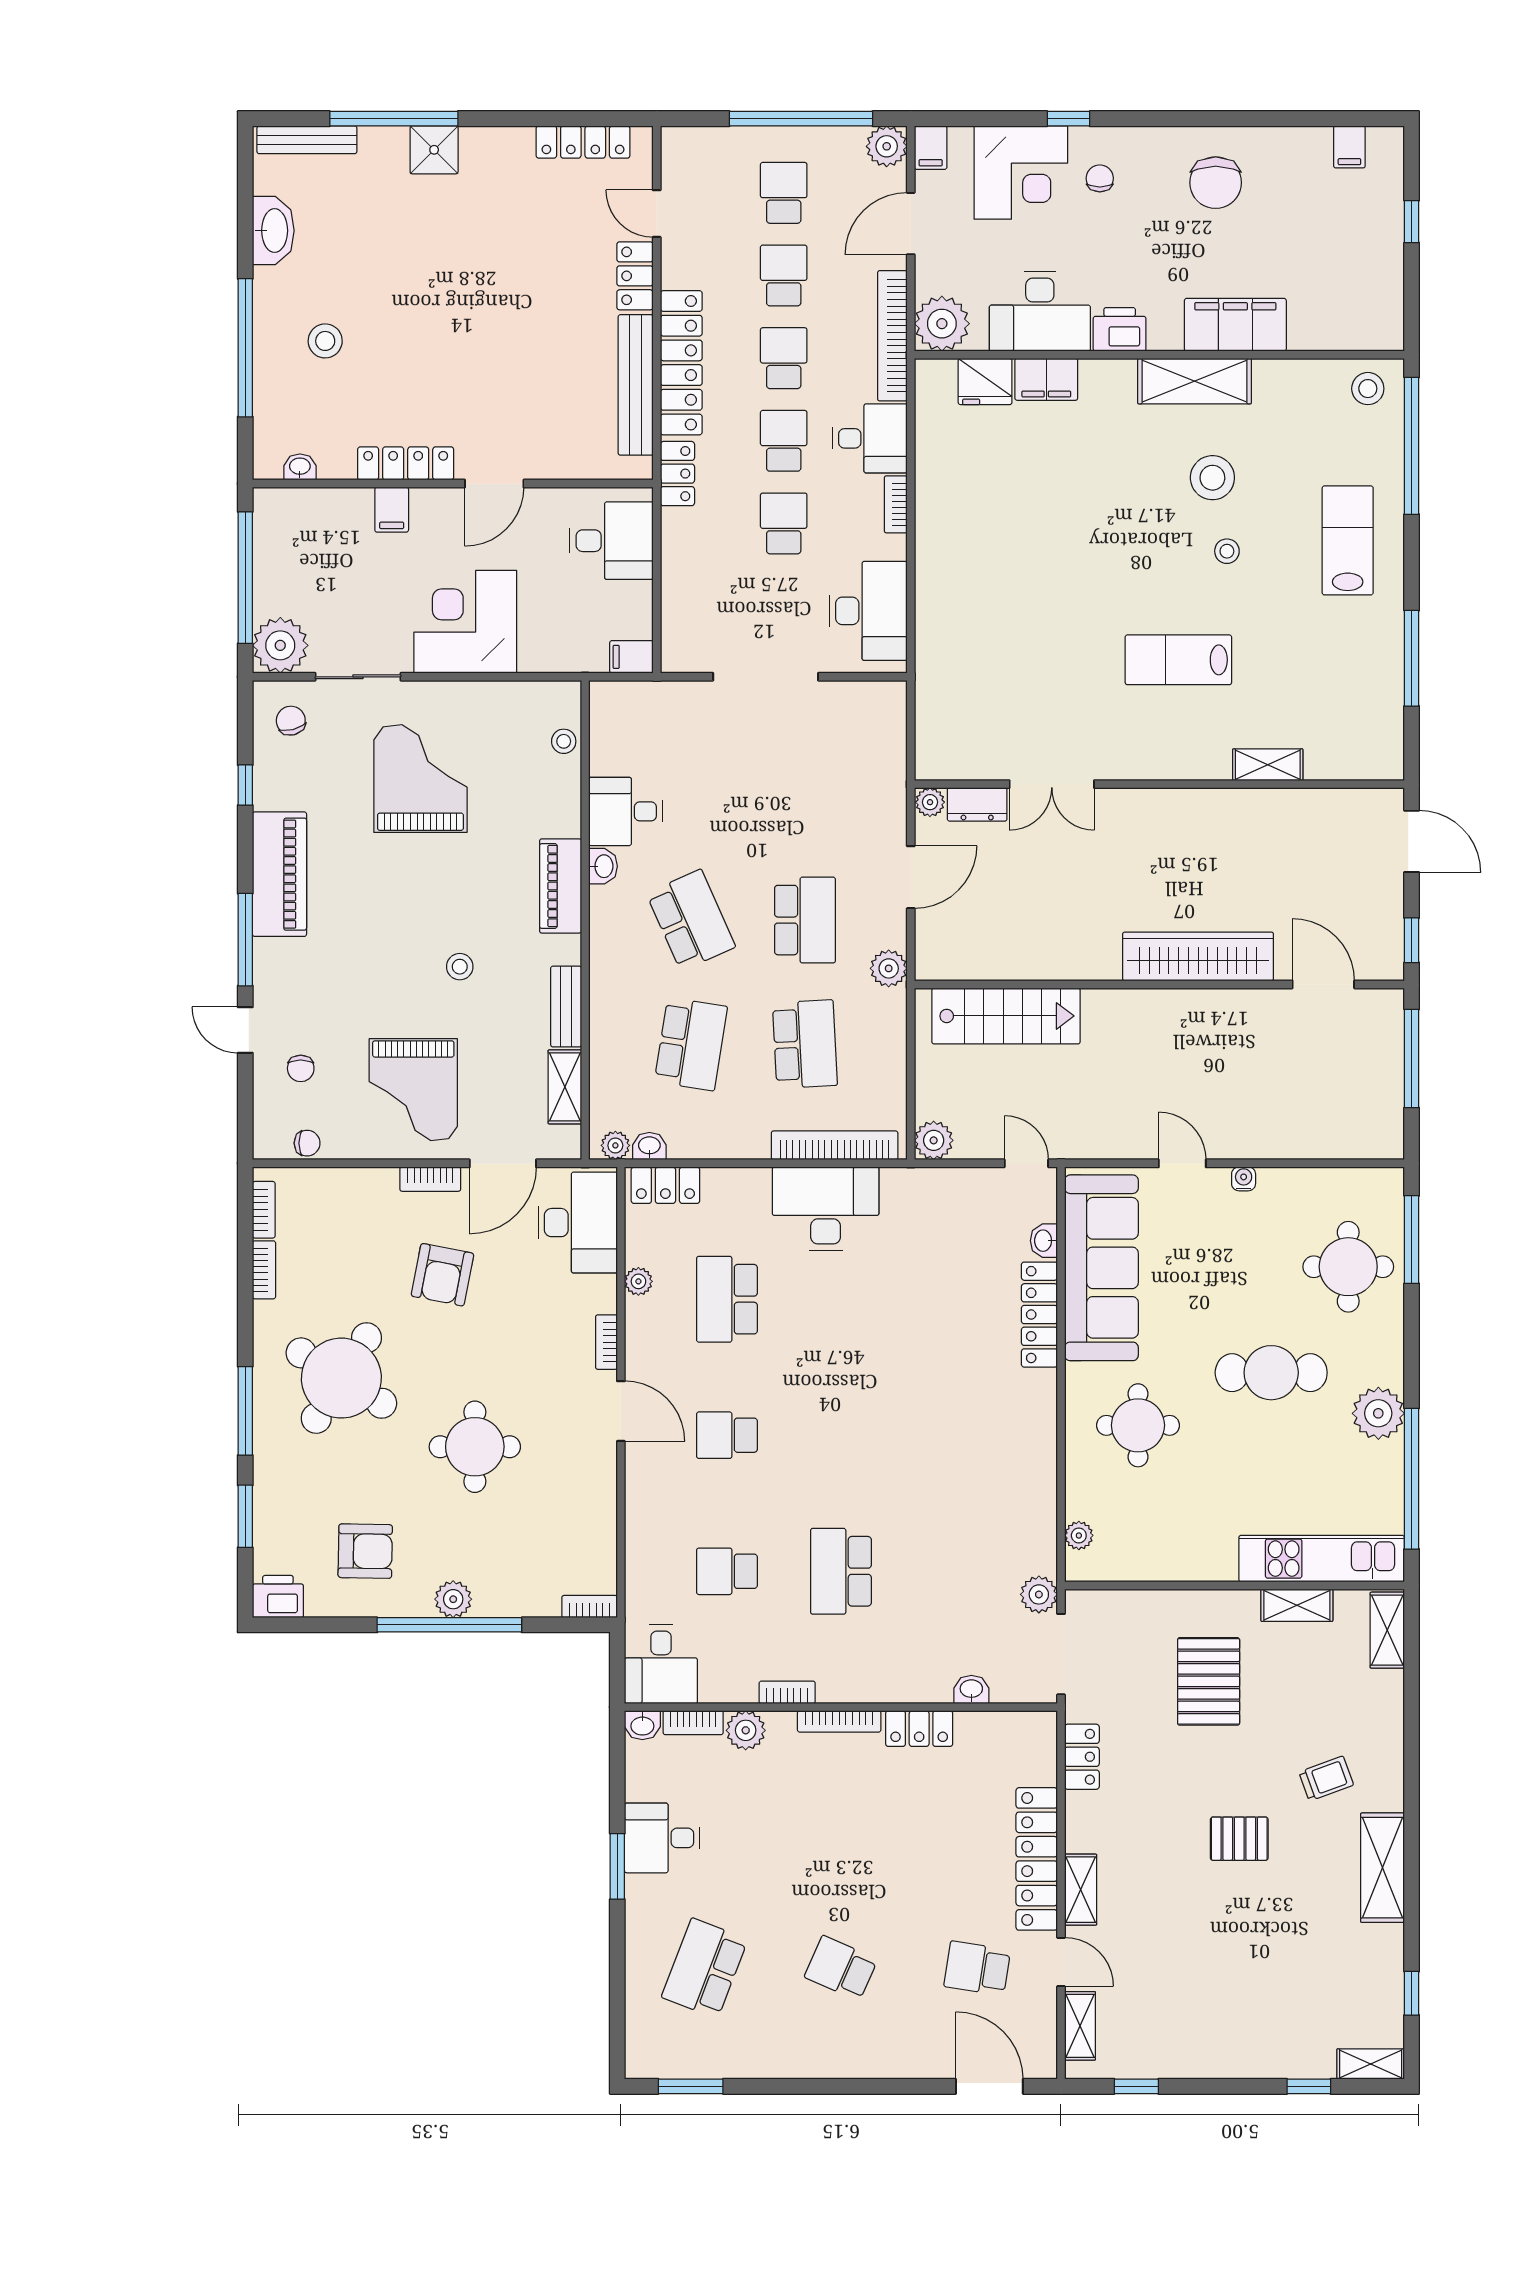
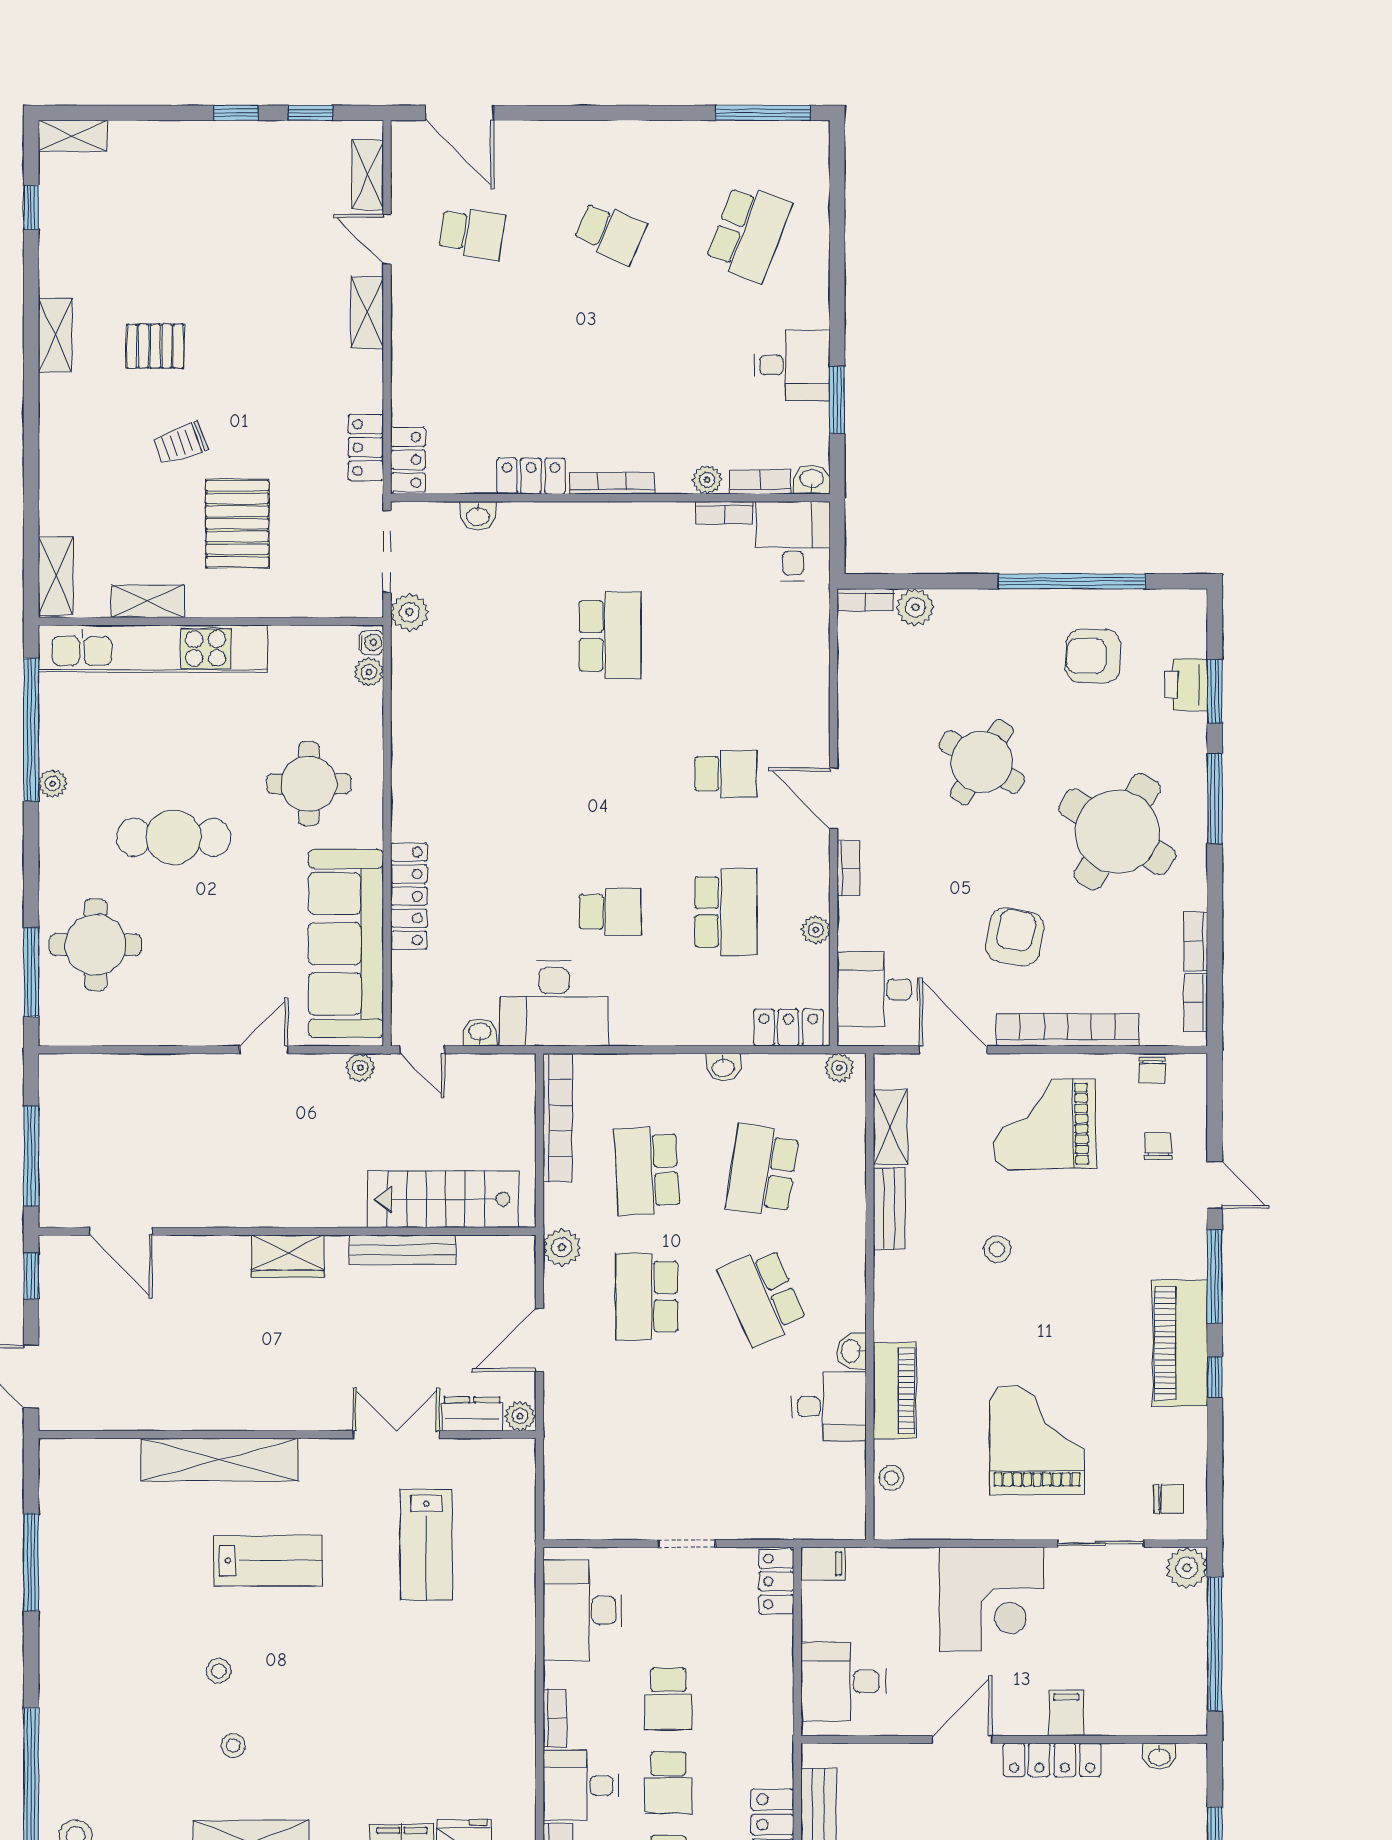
locker: (677, 474) -> (776, 1581), moved
stool: (1212, 478) -> (233, 1745), width x0.53, depth x0.53
lab bench: (1348, 540) -> (426, 1545), moved
plant: (280, 645) -> (1187, 1568), width x0.73, depth x0.73
doorway: (766, 677) -> (687, 1543), width x0.53
chair: (291, 721) -> (1169, 1499), turned -75
shelving: (1268, 765) -> (220, 1460), width x2.20, depth x1.33
grand piano: (420, 779) -> (1037, 1440), turned 180
window: (245, 785) -> (1215, 1377), moved
piano: (561, 886) -> (895, 1391), moved
wardrobe: (1198, 956) -> (288, 1256), width x0.48, depth x0.85
bench: (1046, 966) -> (402, 1250), added
grand piano: (413, 1090) -> (1044, 1124), turned -91
plant: (934, 1140) -> (360, 1068), moved, width x0.73, depth x0.73
chair: (307, 1143) -> (1152, 1070), turned -90
bookcase: (835, 1145) -> (558, 1118), moved, turned -90
washbasin: (649, 1146) -> (723, 1067), moved
door: (503, 1163) -> (953, 1050), hinge flipped
door: (1182, 1163) -> (264, 1050), swing flipped
bookcase: (430, 1179) -> (1068, 1030), width x2.31, depth x1.31
water cooler: (1244, 1179) -> (371, 642), moved, turned -90
desk: (826, 1209) -> (554, 1004), moved
desk: (578, 1223) -> (877, 990), width x0.73
washbasin: (1044, 1241) -> (480, 1032), moved, turned -90
plant: (1378, 1413) -> (53, 784), width x0.53, depth x0.53
round table: (475, 1447) -> (982, 762), turned 32
kitchen unit: (1322, 1559) -> (153, 649), width x1.36
school desk: (727, 1571) -> (610, 912), moved
printer: (278, 1597) -> (1186, 685), moved, turned 90
plant: (453, 1599) -> (915, 607), moved
window: (449, 1625) -> (1071, 581), moved
bookcase: (787, 1692) -> (724, 513), moved
plant: (746, 1730) -> (707, 480), width x0.73, depth x0.73
trolley: (1326, 1778) -> (180, 443), moved
pallet: (1239, 1839) -> (155, 346), moved
locker: (1037, 1859) -> (408, 460), moved, width x0.46, depth x0.83
window: (617, 1866) -> (837, 400), moved
shelving: (1383, 1868) -> (55, 335), width x0.67, depth x0.75
window: (691, 2086) -> (763, 113), width x1.44
window: (1309, 2086) -> (236, 113), moved

